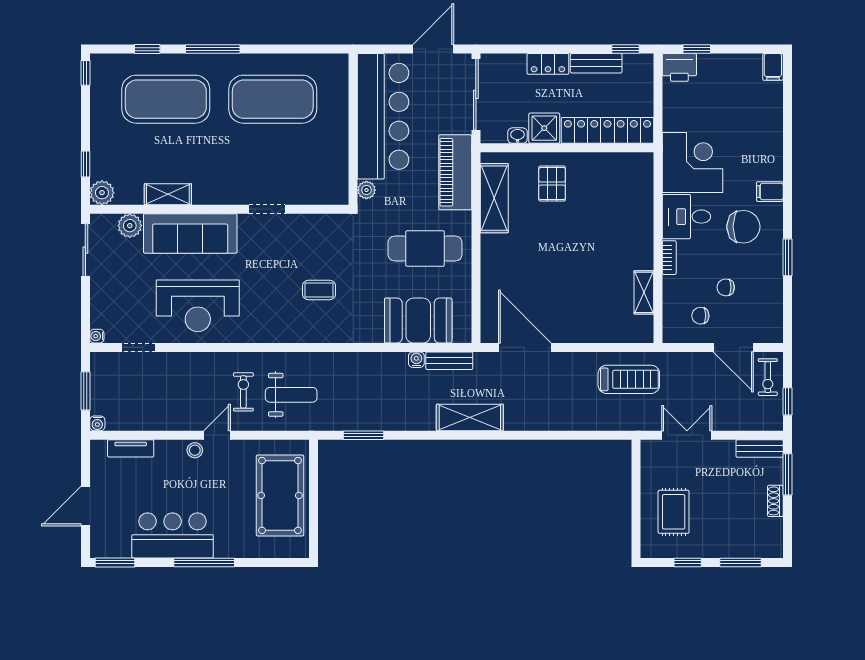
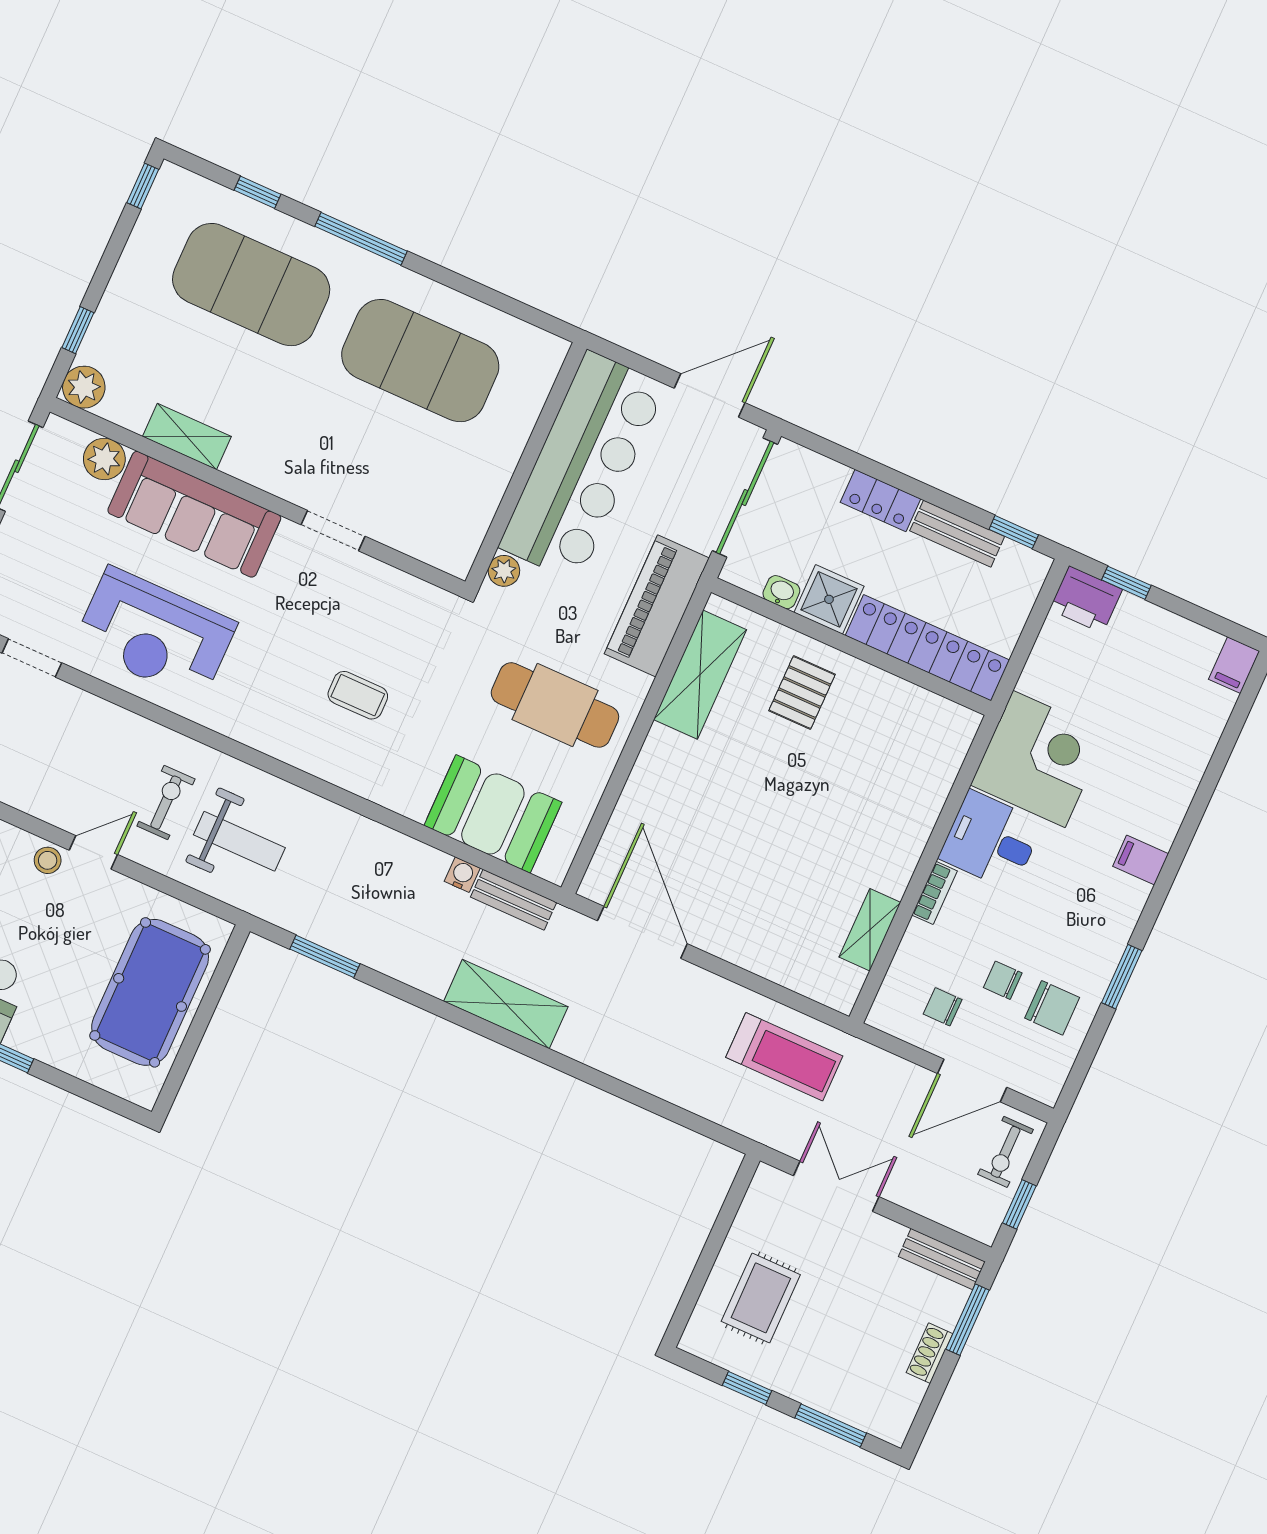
chair: (743, 227) -> (1052, 1008), moved, width x0.73, depth x0.73
door: (733, 347) -> (972, 1080), hinge flipped

